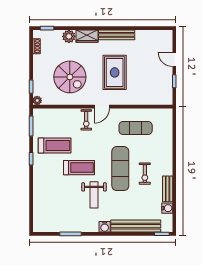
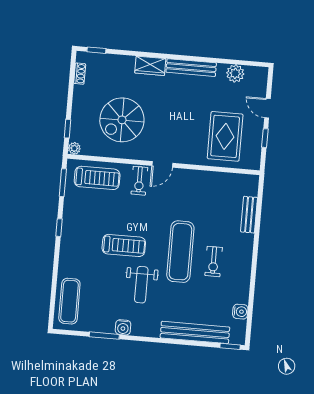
plant: (69, 36) -> (235, 73), moved
rug: (115, 72) -> (225, 136), moved
spiral stairs: (70, 77) -> (122, 120), turned 90
exercise mat: (136, 128) -> (69, 301), moved, turned 90
treadmill: (55, 145) -> (97, 178), moved
bench: (168, 189) -> (249, 215), moved
water cooler: (105, 227) -> (123, 327), moved

